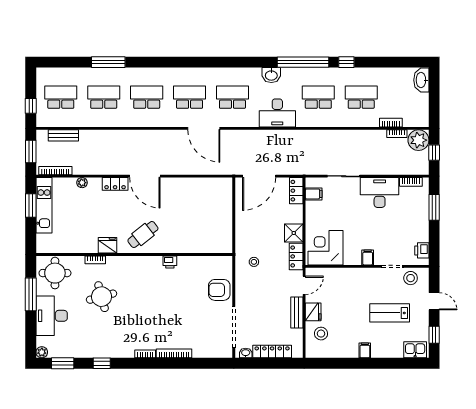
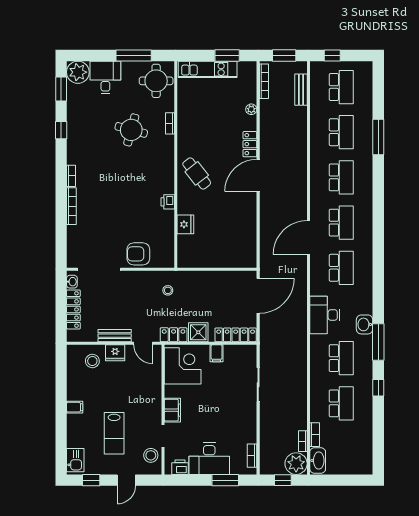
window: (303, 62) -> (378, 342), width x0.68
washbasin: (271, 75) -> (365, 324), moved
washbasin: (421, 80) -> (318, 461), moved, turned 90
door: (259, 176) -> (258, 296), swing flipped
locker: (296, 191) -> (236, 335), width x1.53
desk: (380, 193) -> (209, 459), moved, turned 90
filing cabinet: (314, 194) -> (217, 353), moved
kitchen unit: (44, 205) -> (208, 69), moved
fridge: (108, 245) -> (185, 224), moved
filing cabinet: (368, 257) -> (172, 410), width x2.00
armchair: (219, 290) -> (138, 254), turned -90
round table: (102, 297) -> (131, 130), turned 30
lab bench: (390, 313) -> (114, 433), turned 180
desk: (52, 316) -> (105, 77), width x0.73
plant: (42, 352) -> (78, 72), width x1.88, depth x1.88

